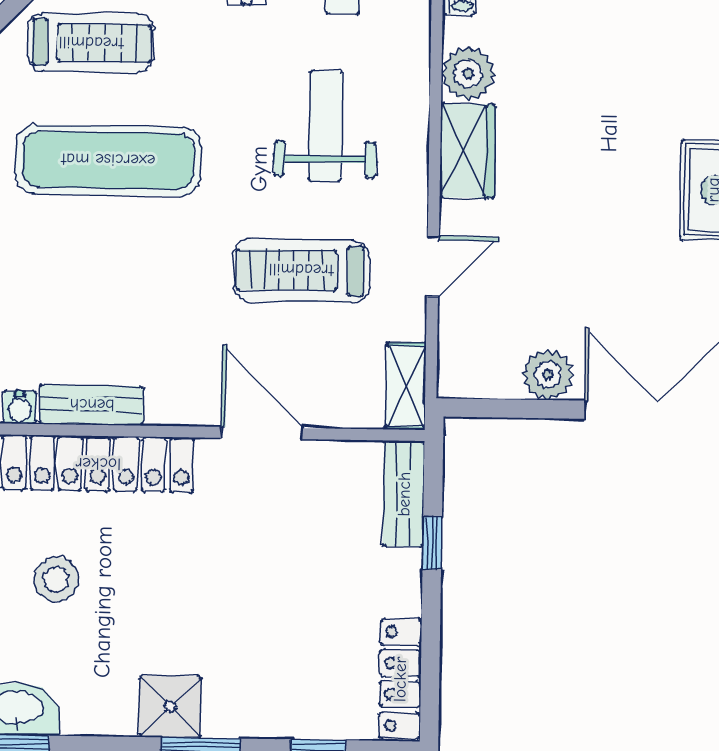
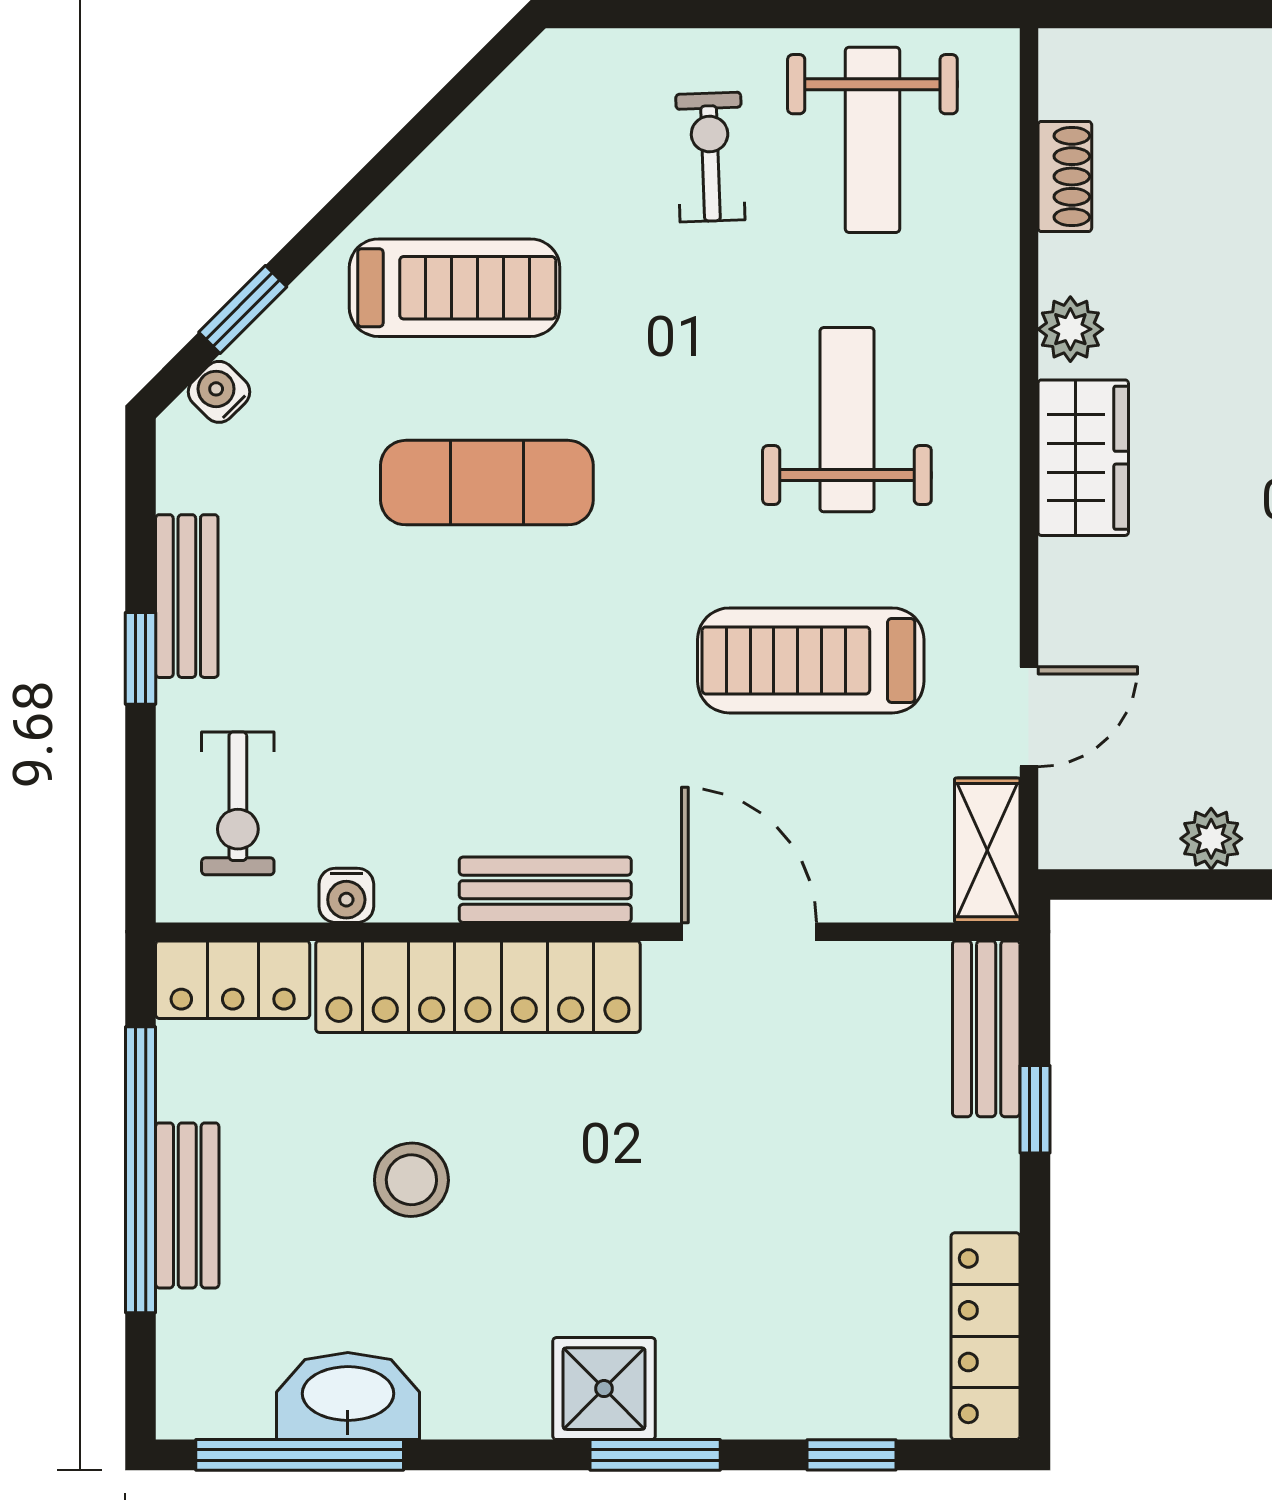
plant: (468, 74) -> (1070, 329), width x0.73, depth x0.73
exercise mat: (108, 160) -> (487, 483), width x0.73, depth x0.69
door: (433, 266) -> (1029, 717), moved
plant: (548, 375) -> (1211, 839), width x0.73, depth x0.73
bench: (92, 405) -> (545, 890), moved

